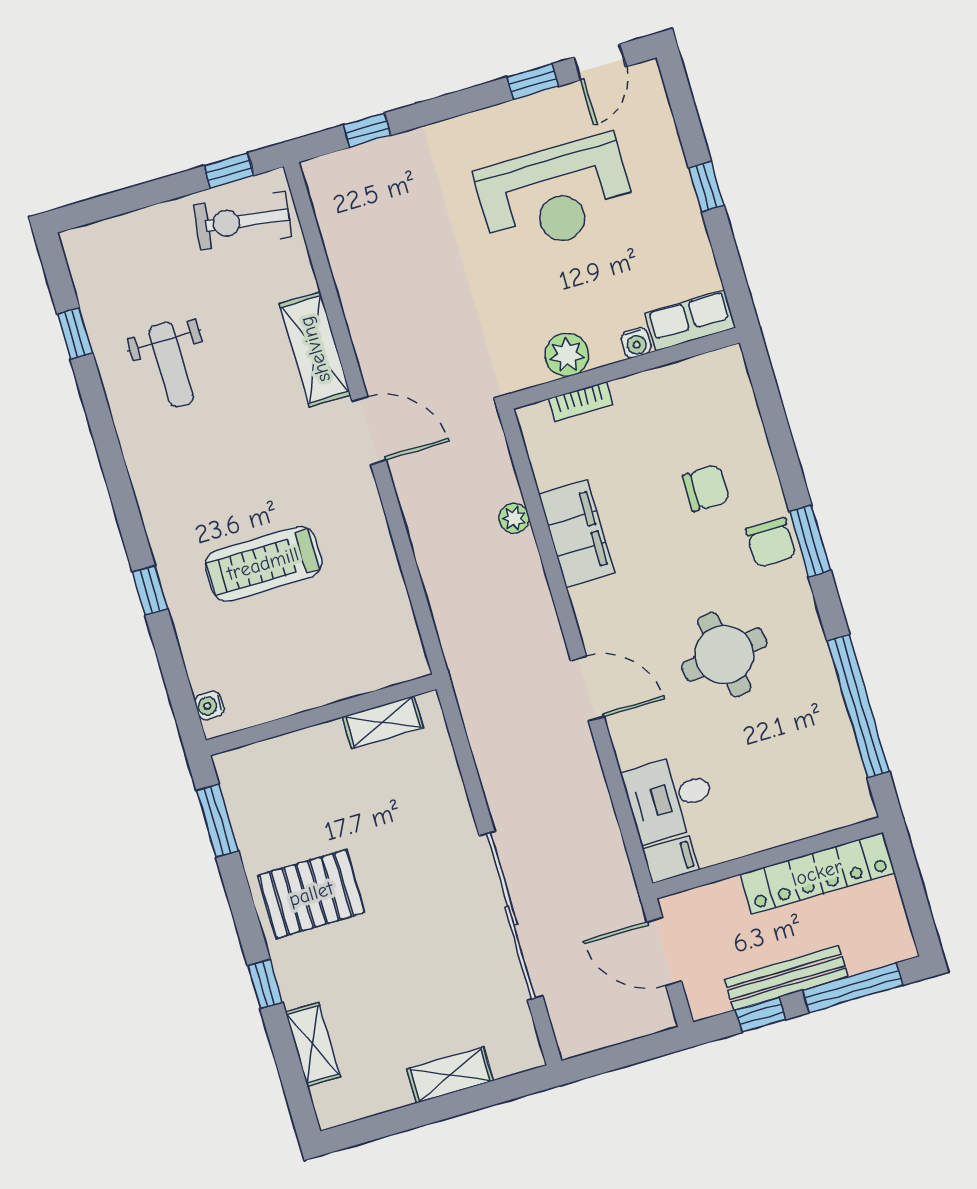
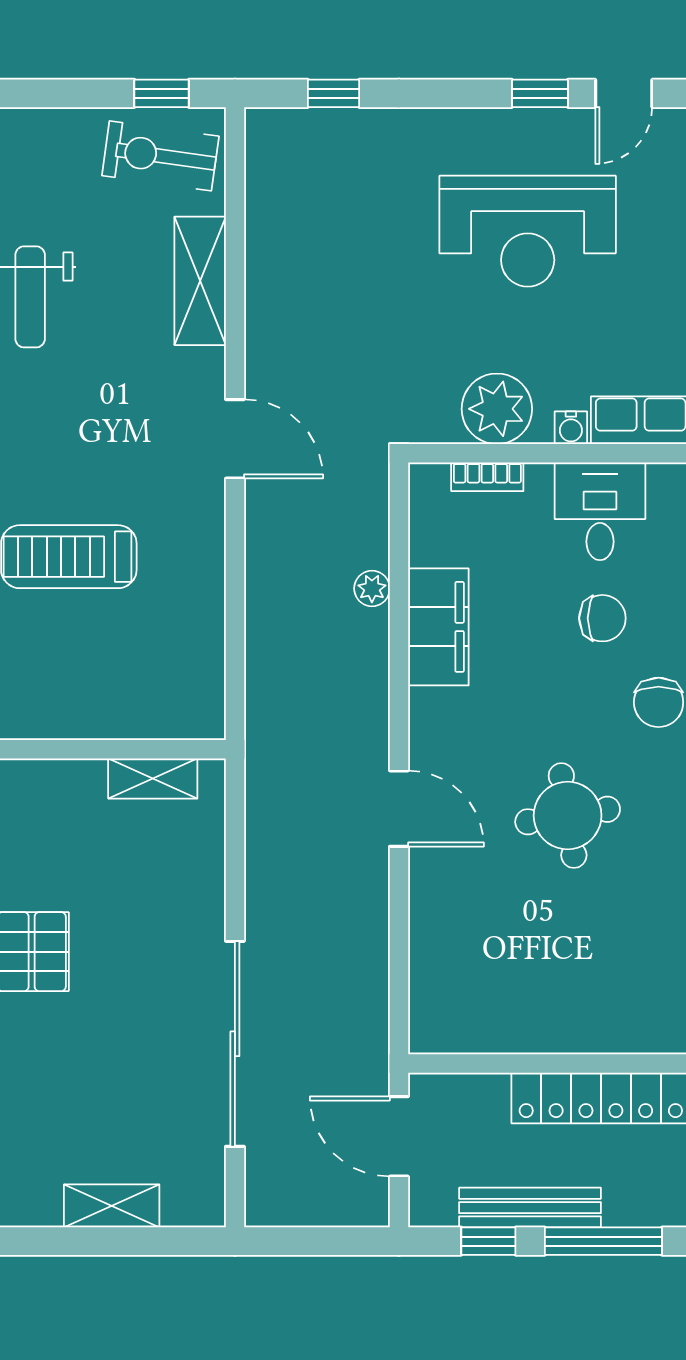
shelving: (315, 349) -> (200, 281), moved
plant: (567, 355) -> (497, 409), width x1.36, depth x1.36
desk: (670, 798) -> (600, 511), moved, turned 90
filing cabinet: (671, 859) -> (437, 1033), removed

